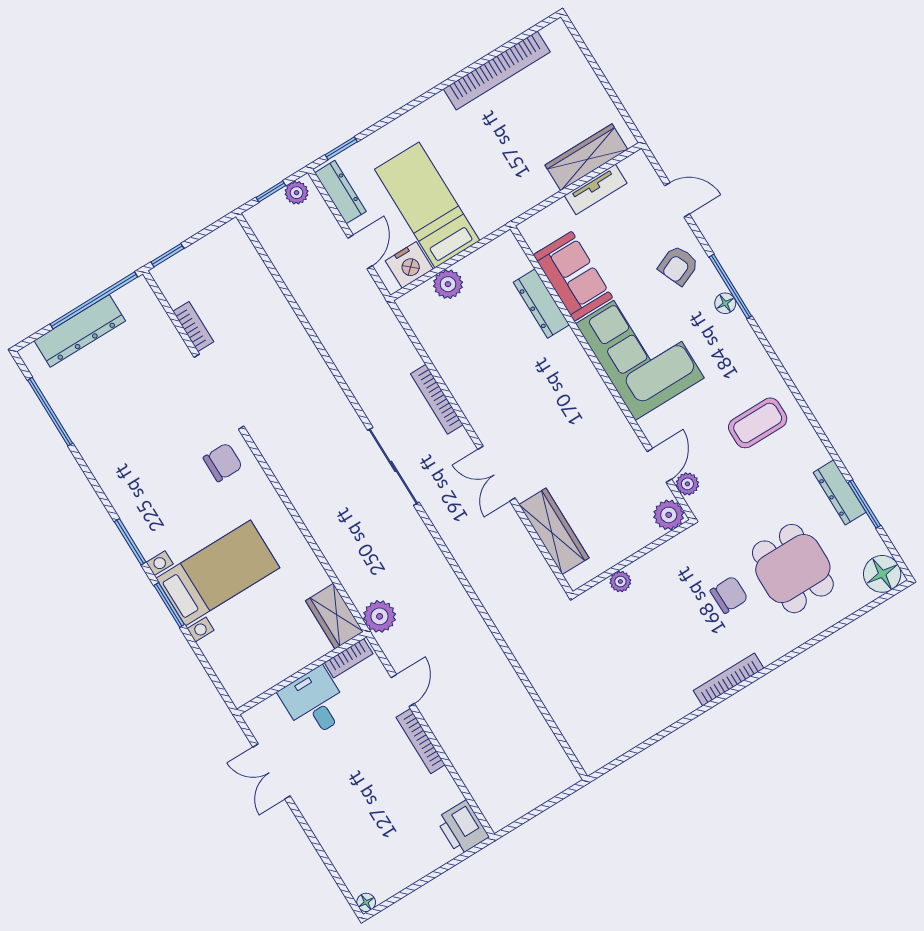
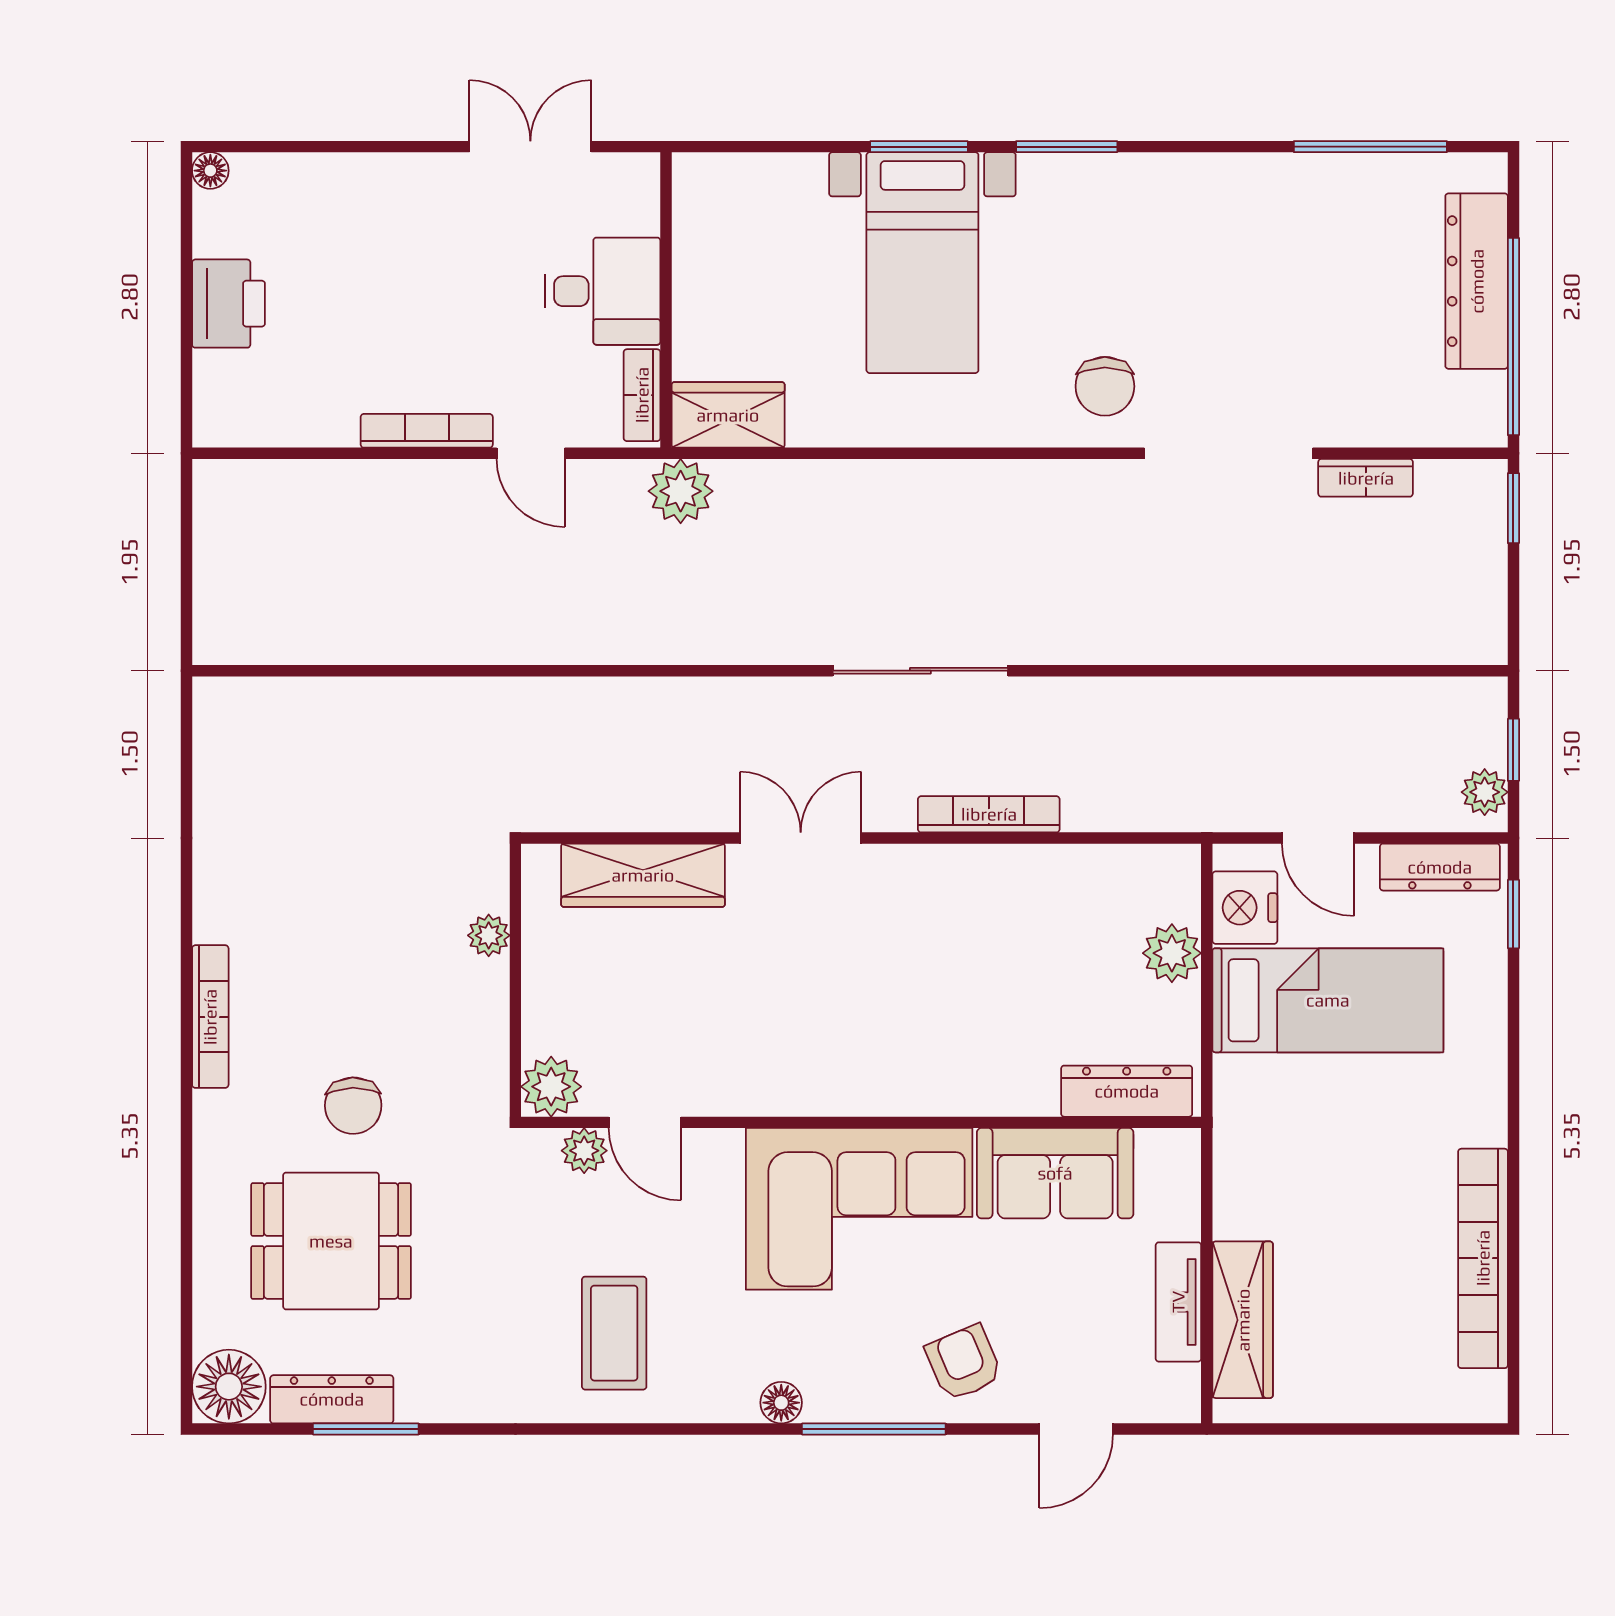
dresser: (541, 303) -> (1127, 1091), moved
floor lamp: (725, 303) -> (781, 1403), moved
dresser: (840, 492) -> (332, 1399), moved
printer: (462, 828) -> (228, 304), moved, turned 90

